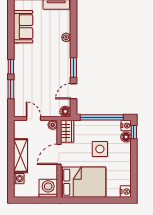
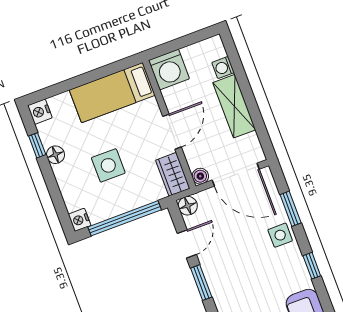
window: (11, 67) -> (312, 266), moved
side table: (22, 77) -> (280, 235), added
door: (33, 119) -> (236, 175), width x1.88
window: (134, 132) -> (37, 145), moved
floor lamp: (126, 137) -> (55, 155), moved
bed: (83, 182) -> (112, 93), width x0.67

